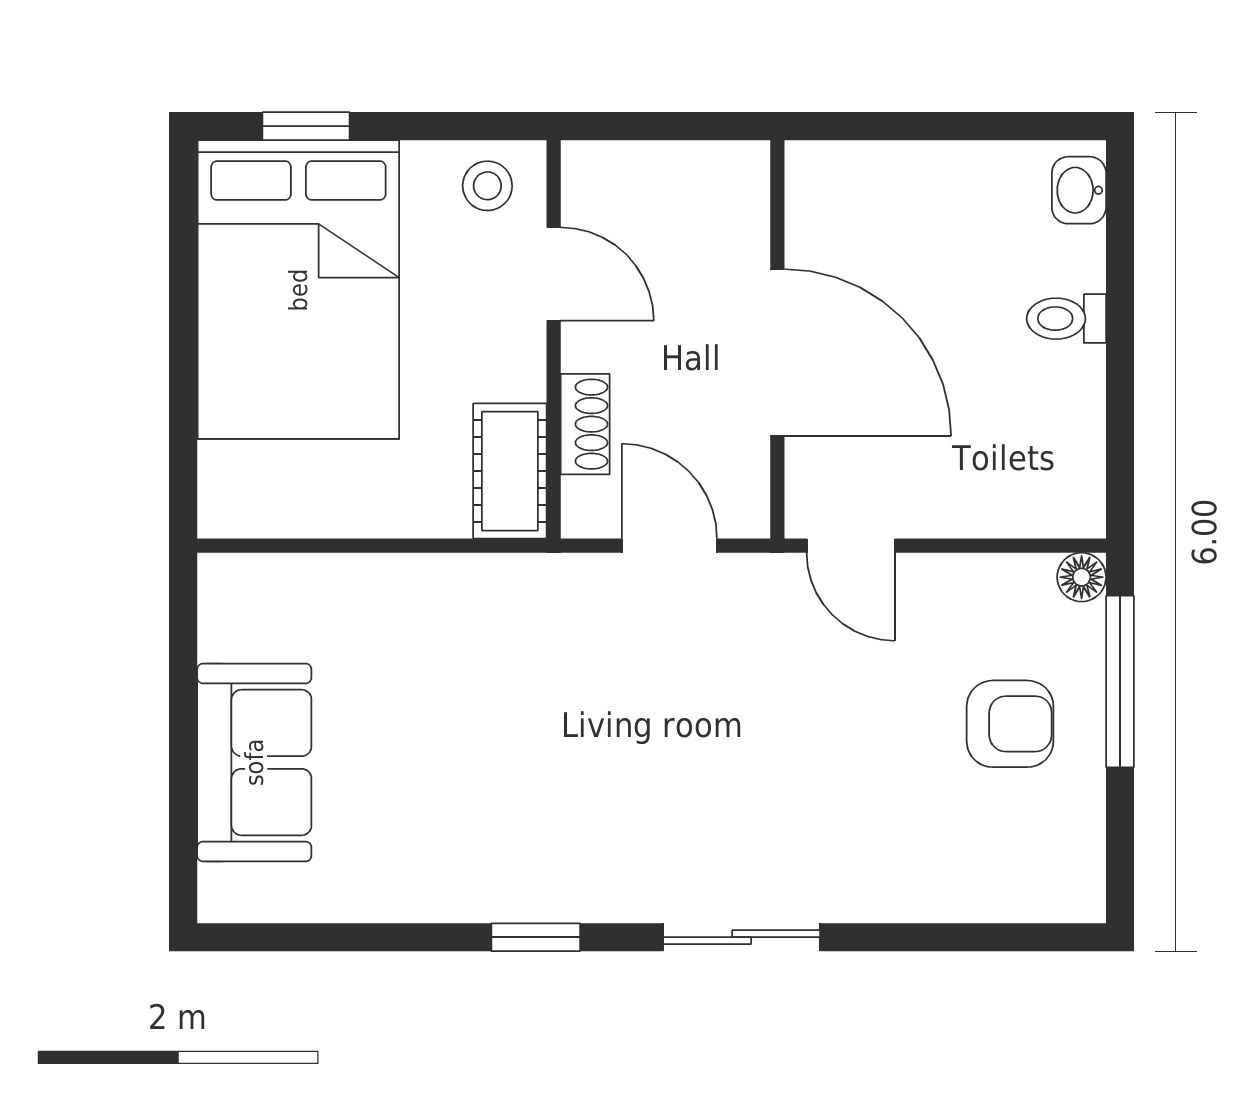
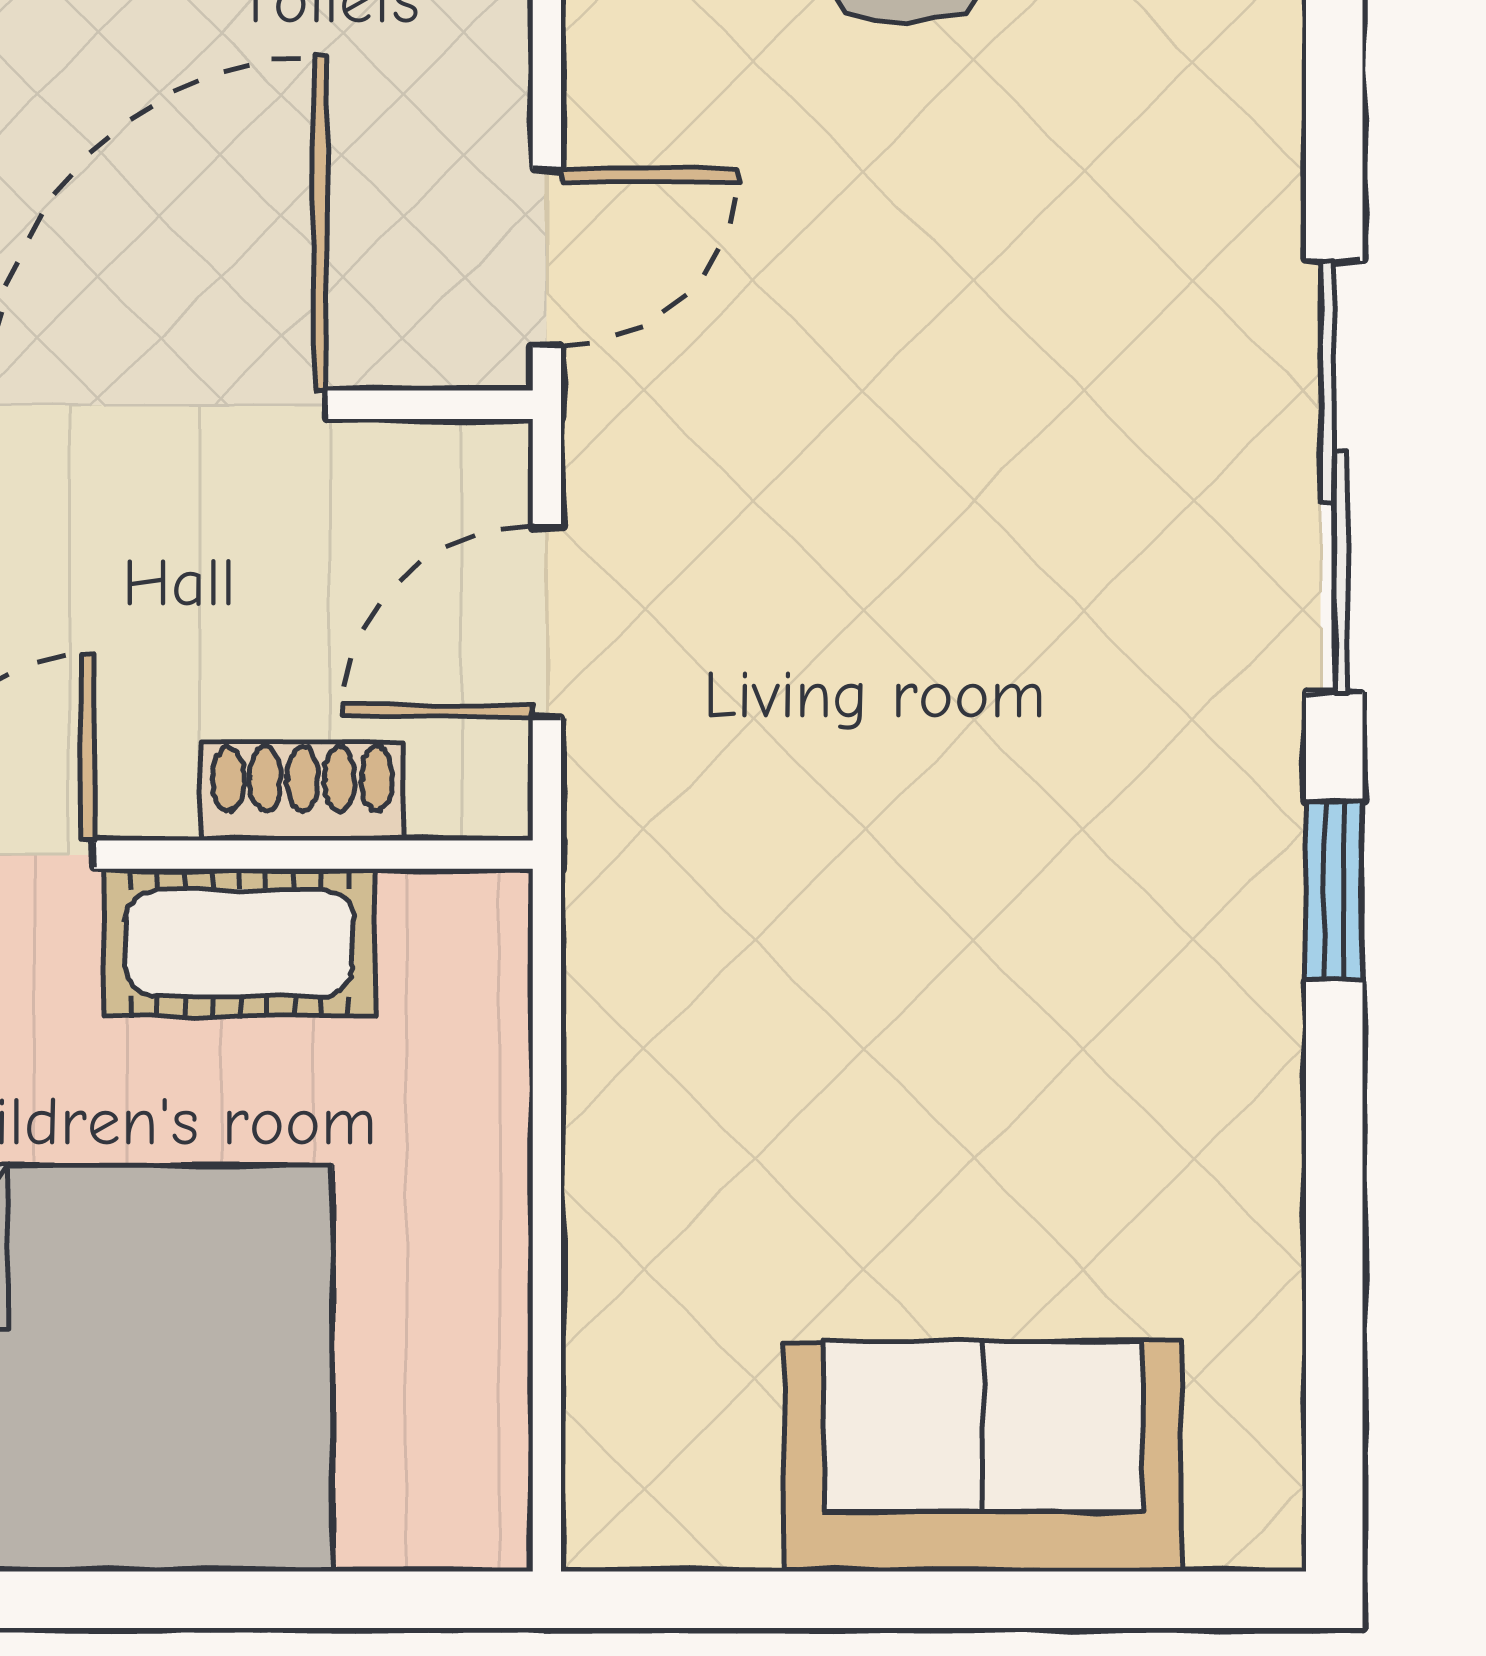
cot: (510, 471) -> (239, 943), moved
sliding door: (742, 937) -> (1334, 477), width x1.37

